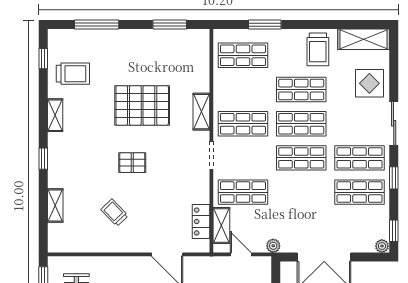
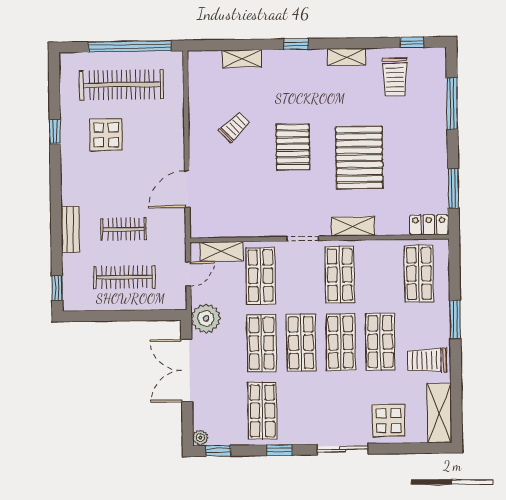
window: (265, 25) -> (455, 319), moved
shop shelf: (360, 158) -> (261, 343), moved
pallet: (132, 163) -> (293, 147), width x1.50, depth x1.42
locker: (201, 222) -> (429, 225), moved
plant: (273, 246) -> (206, 318), width x1.87, depth x1.87

